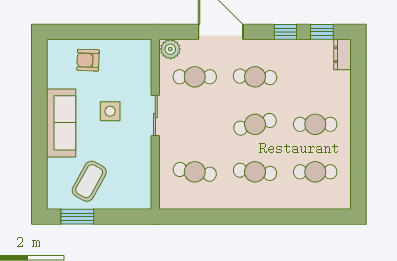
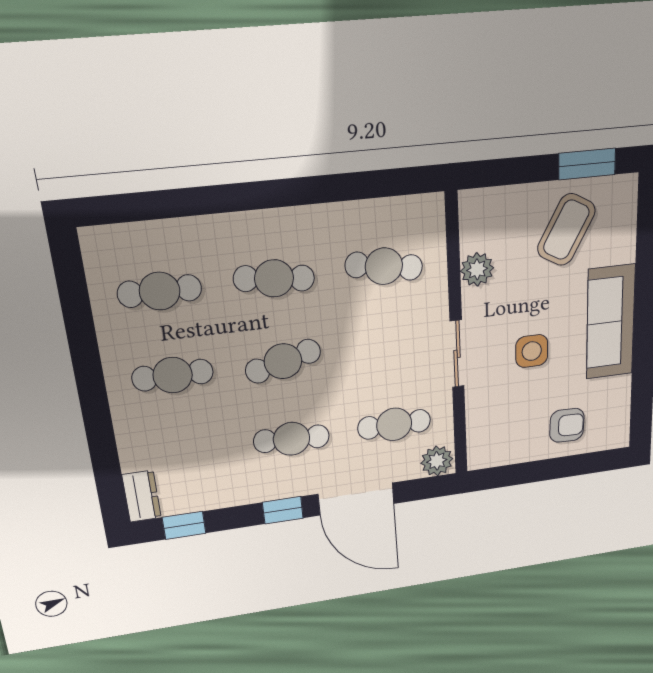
window: (285, 32) -> (283, 510), moved
plant: (142, 164) -> (477, 269), added

